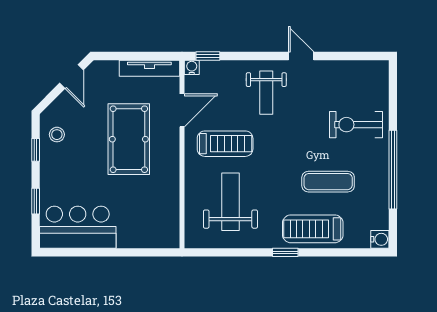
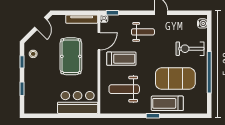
weight bench: (266, 93) -> (143, 32), turned -90
exercise mat: (328, 182) -> (175, 79), width x2.00, depth x1.45
weight bench: (230, 202) -> (124, 89), turned -90
bar counter: (78, 227) -> (78, 102), moved
water cooler: (380, 239) -> (202, 23), moved

